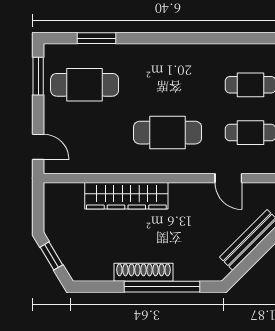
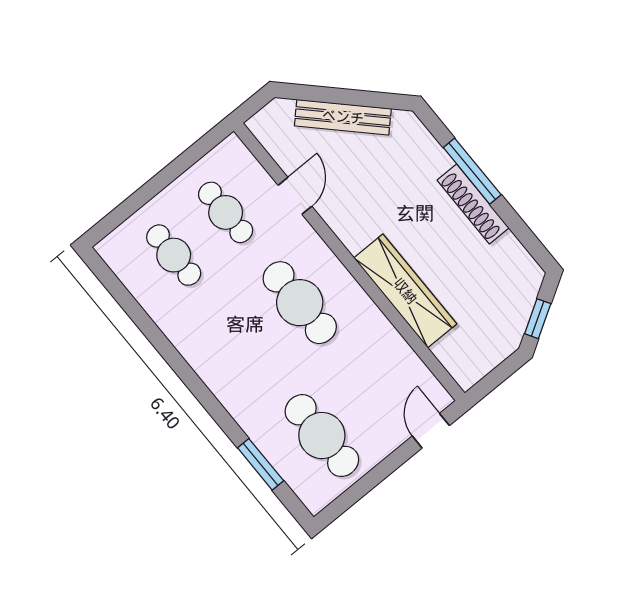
window: (38, 76) -> (354, 494), removed
window: (162, 287) -> (472, 171), width x0.68

